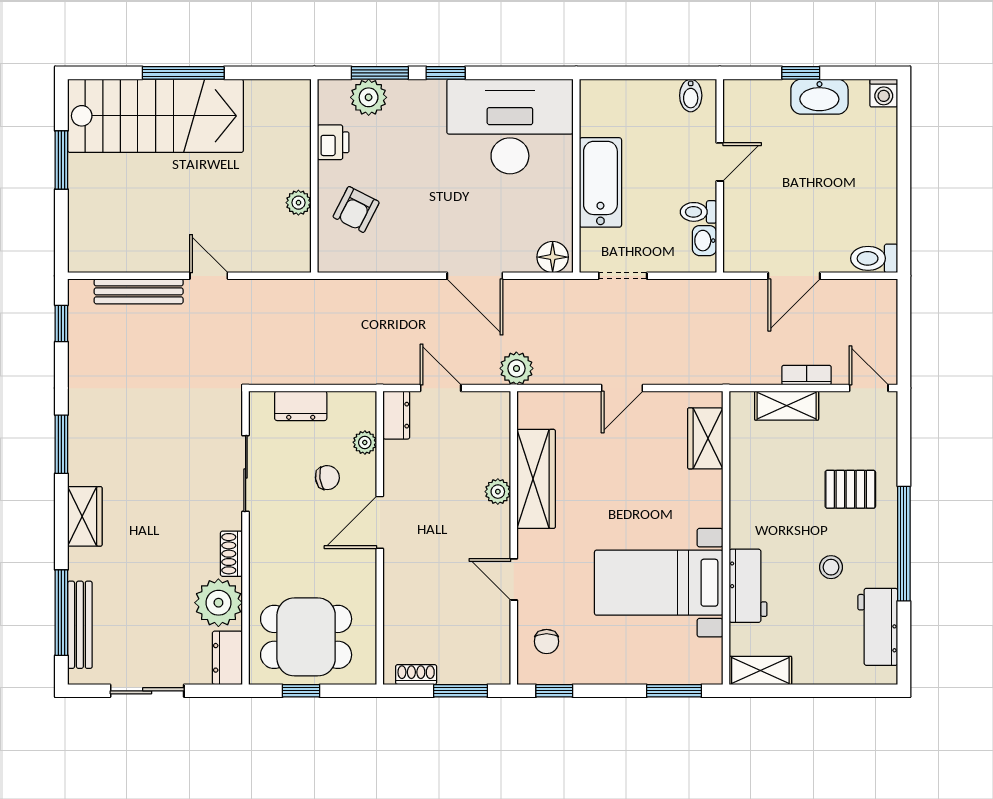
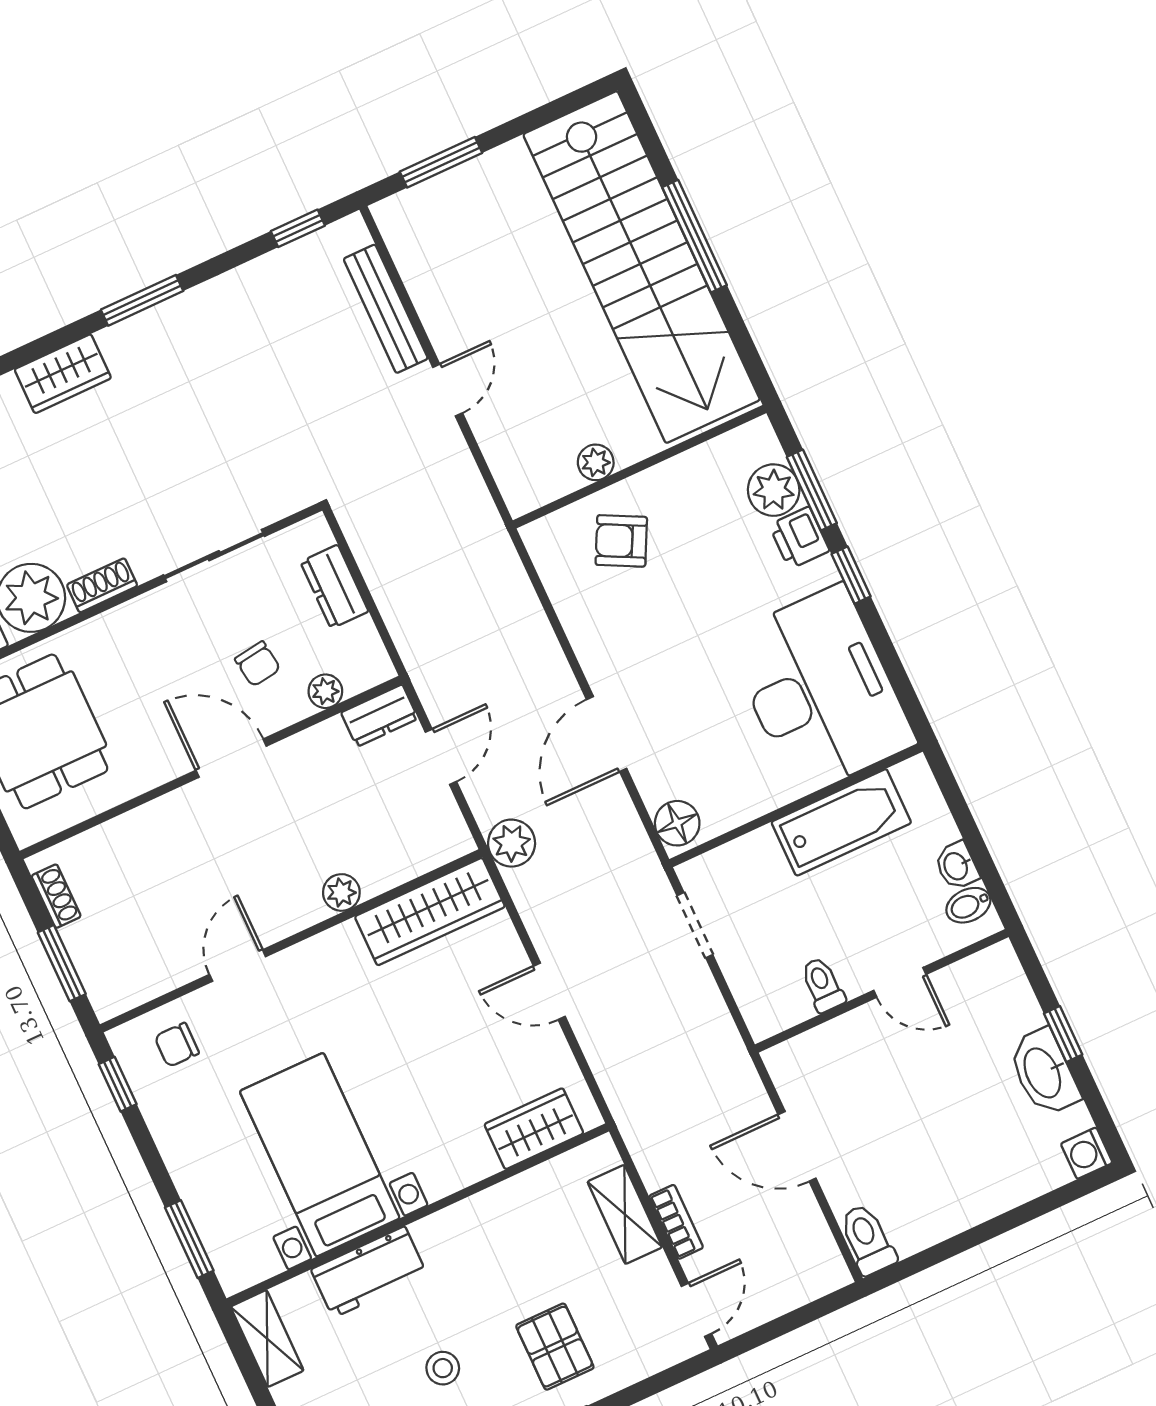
stairs: (156, 116) -> (642, 267), width x1.36
printer: (333, 142) -> (799, 538), moved, turned 90
window: (61, 160) -> (441, 162), moved
bathtub: (600, 182) -> (841, 822), moved
washbasin: (704, 241) -> (957, 866), moved, turned -90
wardrobe: (536, 479) -> (430, 912), moved

